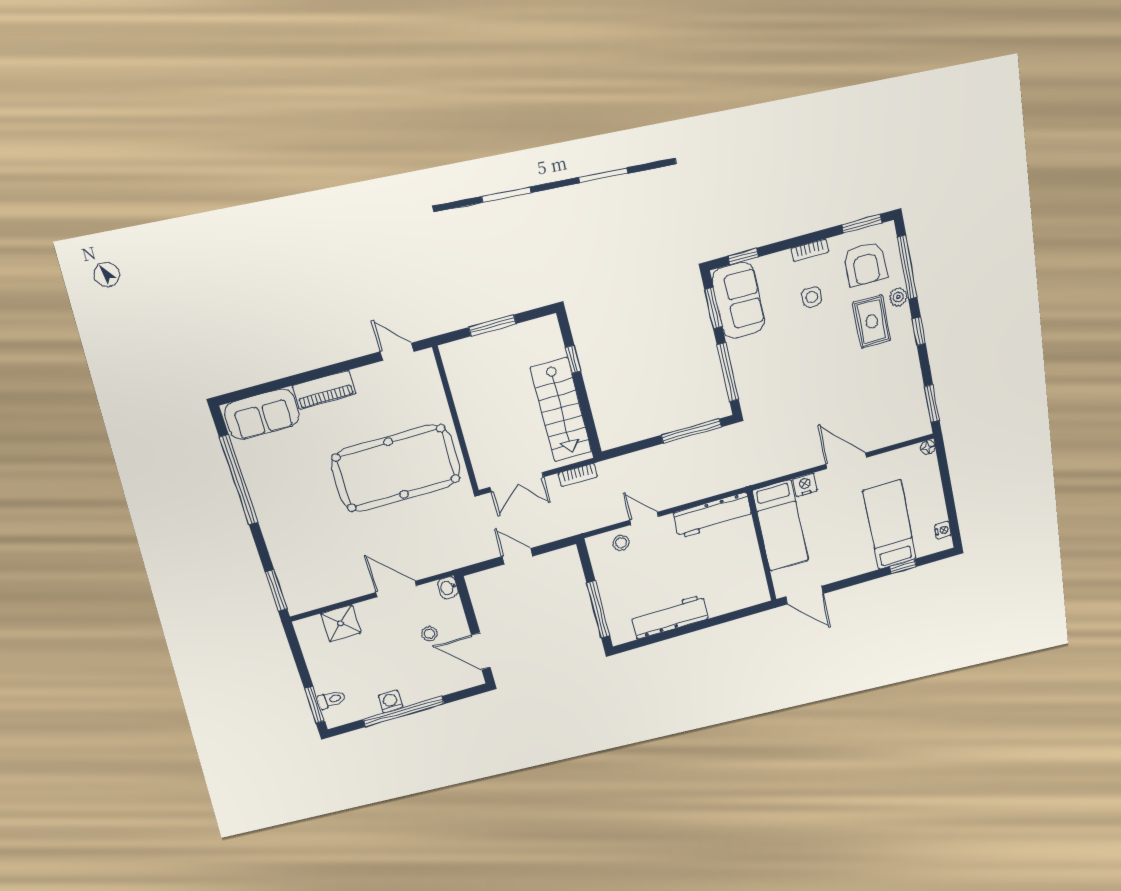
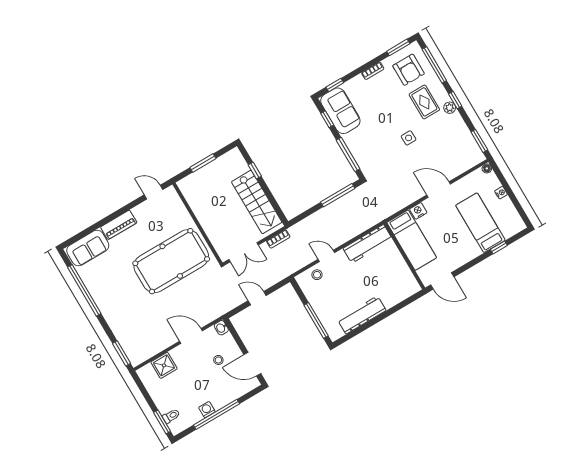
side table: (812, 297) -> (409, 138), moved
plant: (898, 297) -> (450, 108), moved
window: (713, 308) -> (327, 119), width x0.67
nightstand: (943, 530) -> (501, 193), moved

